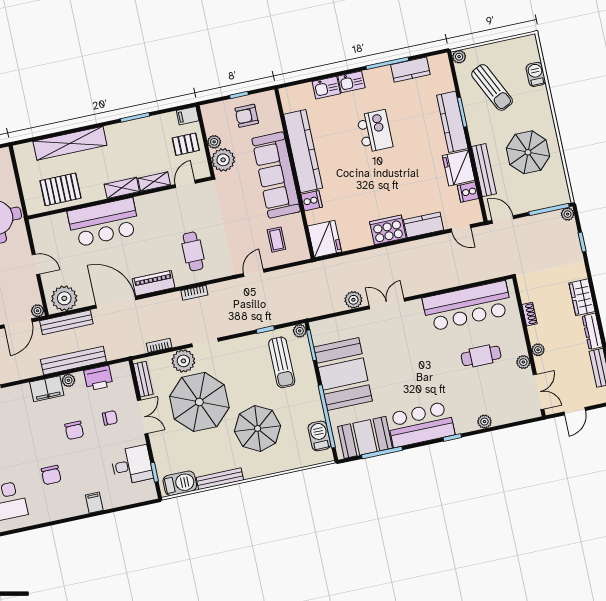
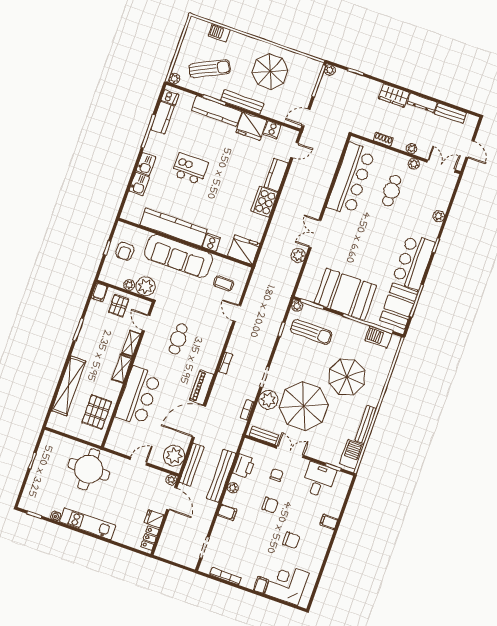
dishwasher: (437, 64) -> (170, 97), added
bench: (484, 170) -> (242, 102), moved
cafe table: (193, 251) -> (178, 339), moved, turned 90
filing cabinet: (47, 389) -> (227, 512), width x0.50

